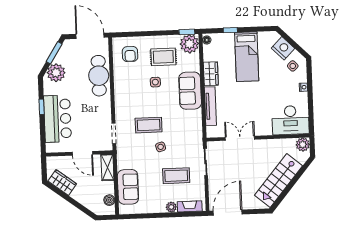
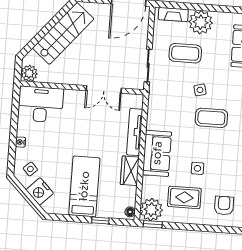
plant: (171, 207) -> (201, 22), width x1.88, depth x1.88

